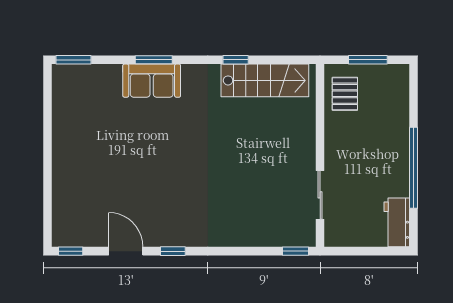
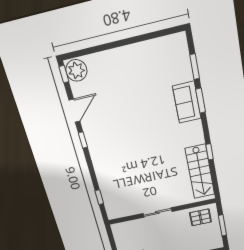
window: (74, 60) -> (195, 67), moved
sliding door: (320, 195) -> (157, 212), moved
plant: (70, 232) -> (76, 70), added
window: (295, 251) -> (99, 197), moved

